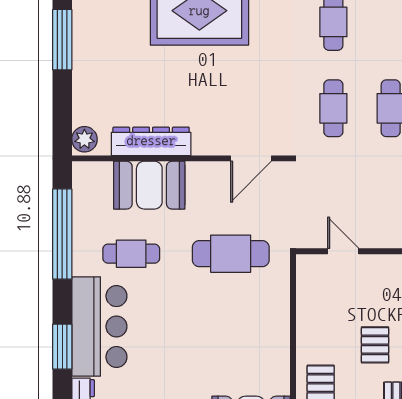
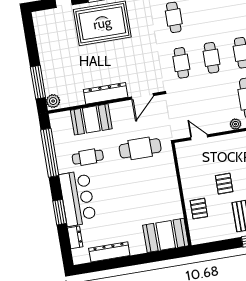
window: (62, 40) -> (38, 82), moved
dresser: (151, 141) -> (106, 93), moved

